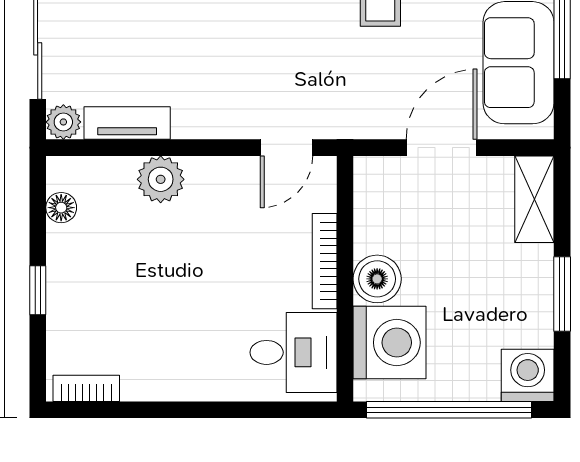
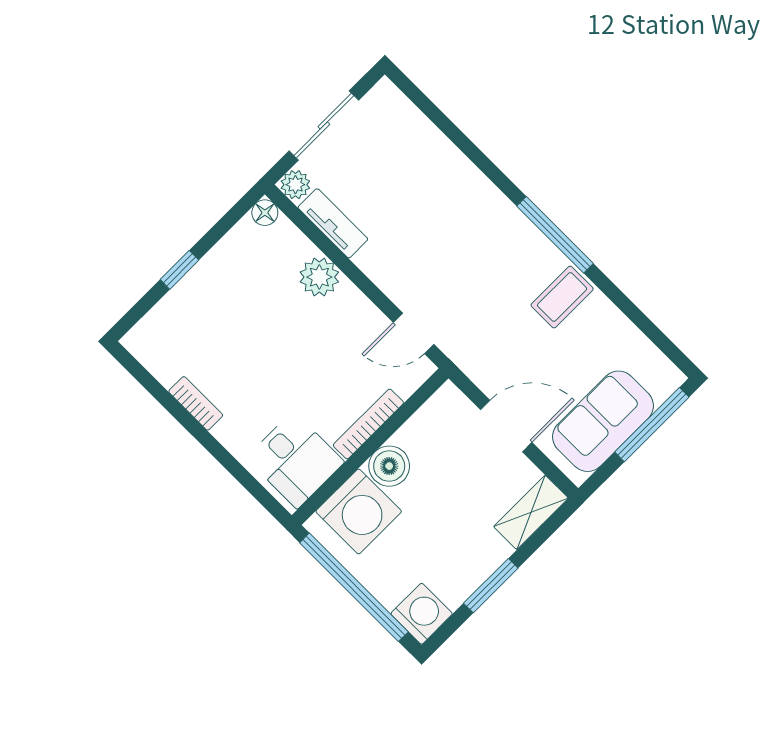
floor lamp: (61, 208) -> (265, 213), moved
bookcase: (86, 388) -> (196, 403), moved

